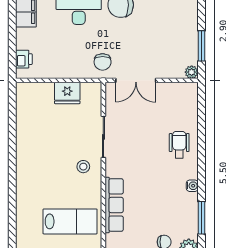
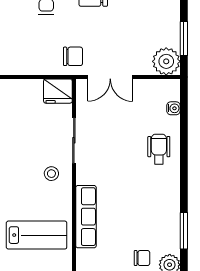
chair: (103, 62) -> (73, 56), turned -90
plant: (192, 72) -> (166, 61), width x1.87, depth x1.87
fridge: (67, 93) -> (58, 91), moved
water cooler: (192, 186) -> (173, 108), moved

